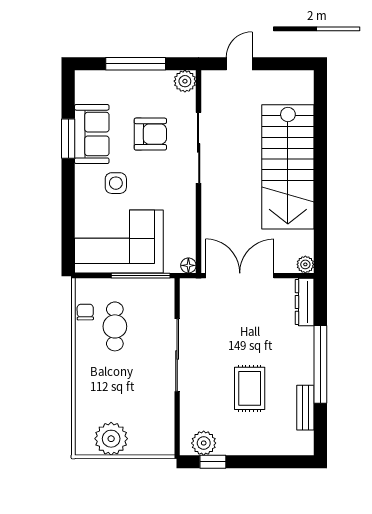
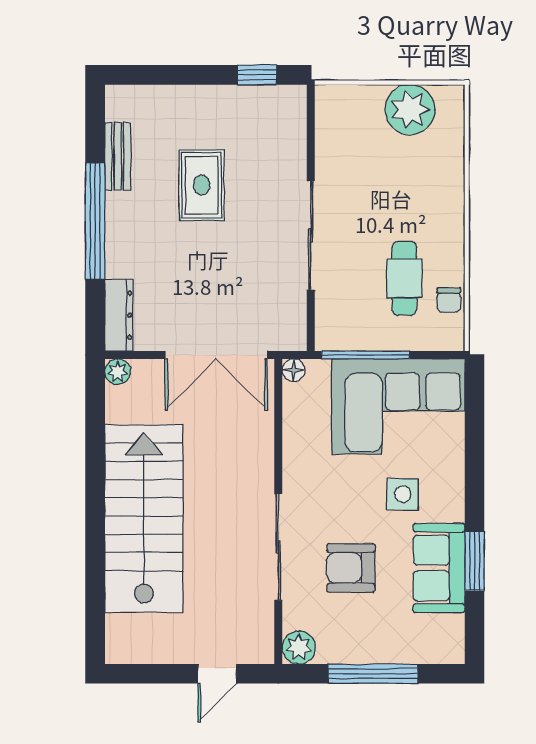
plant: (204, 443) -> (271, 103), removed

